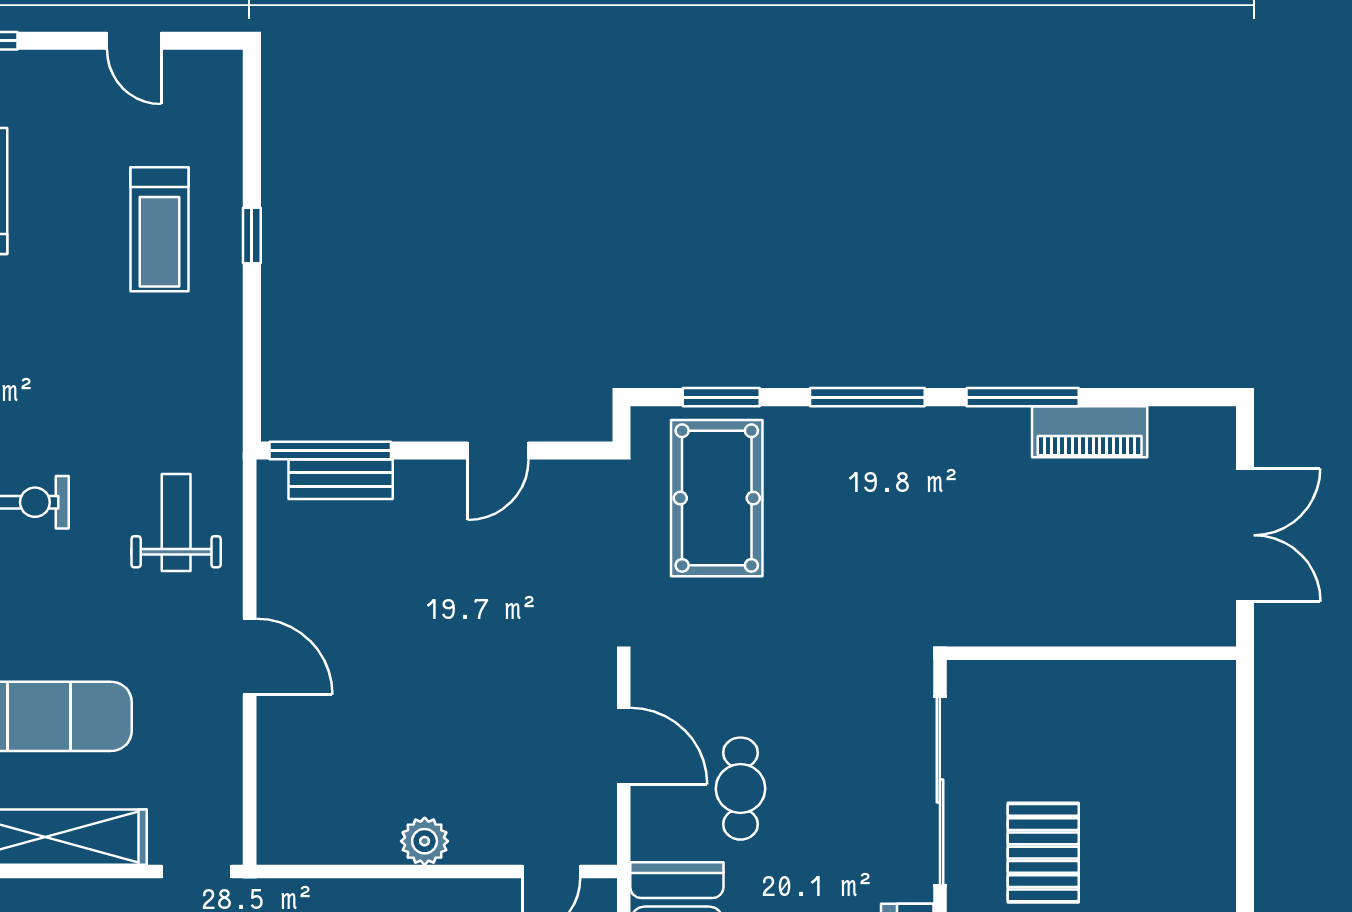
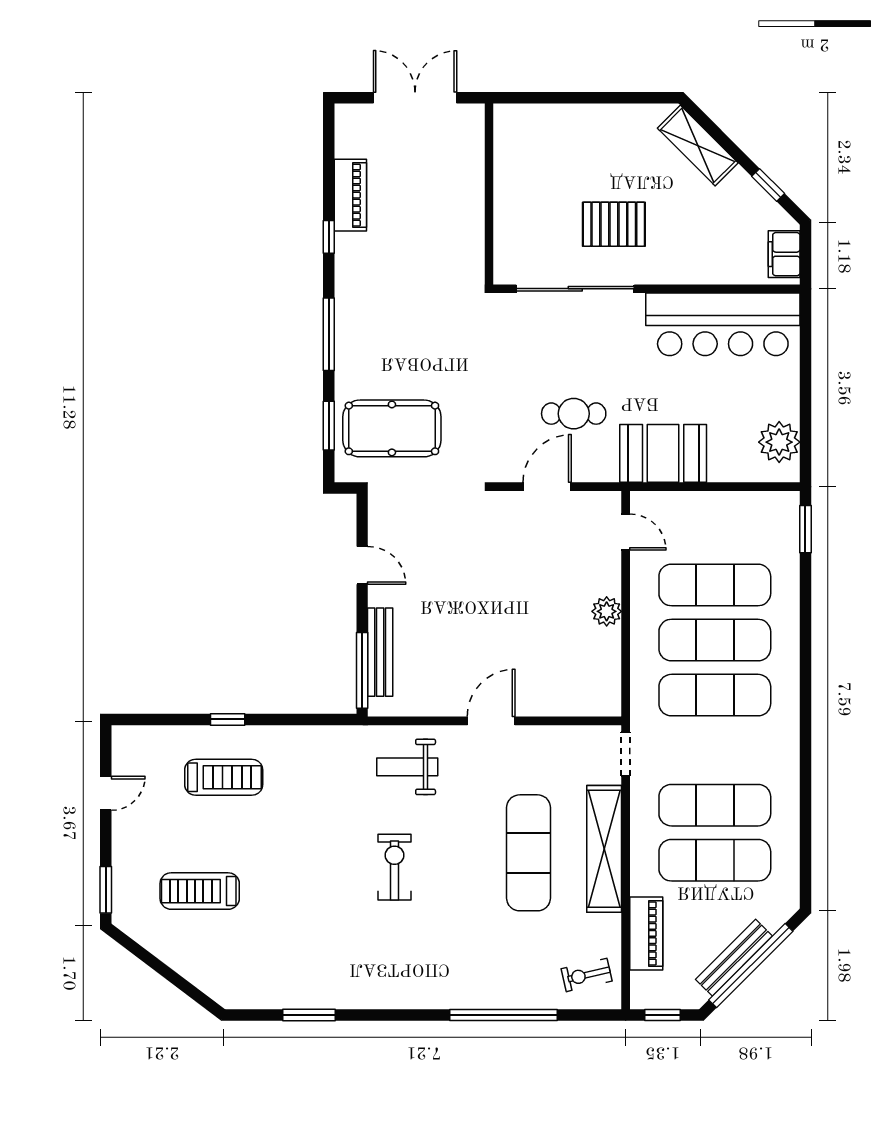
window: (1023, 397) -> (329, 237), width x0.46
bench: (341, 479) -> (380, 652), width x1.36

